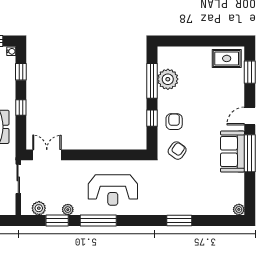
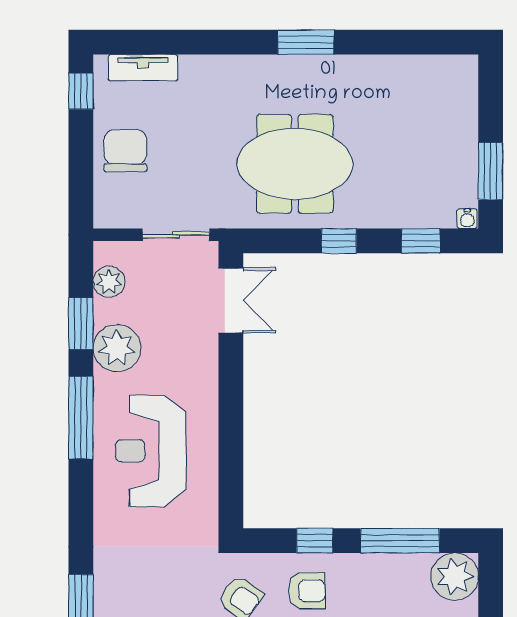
plant: (168, 79) -> (455, 577), moved
plant: (68, 210) -> (117, 348), width x1.88, depth x1.88

